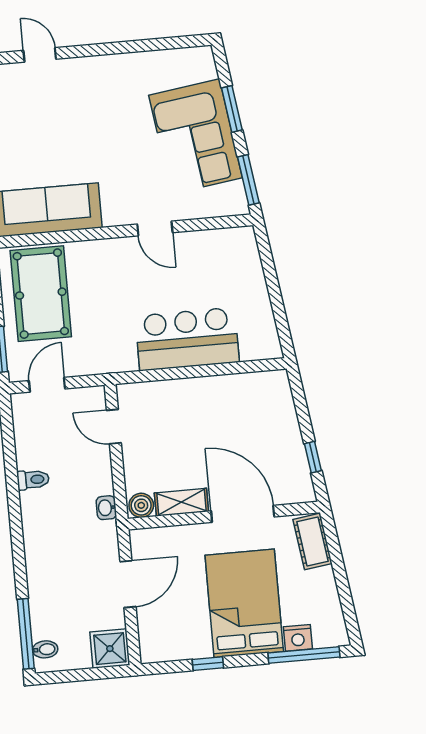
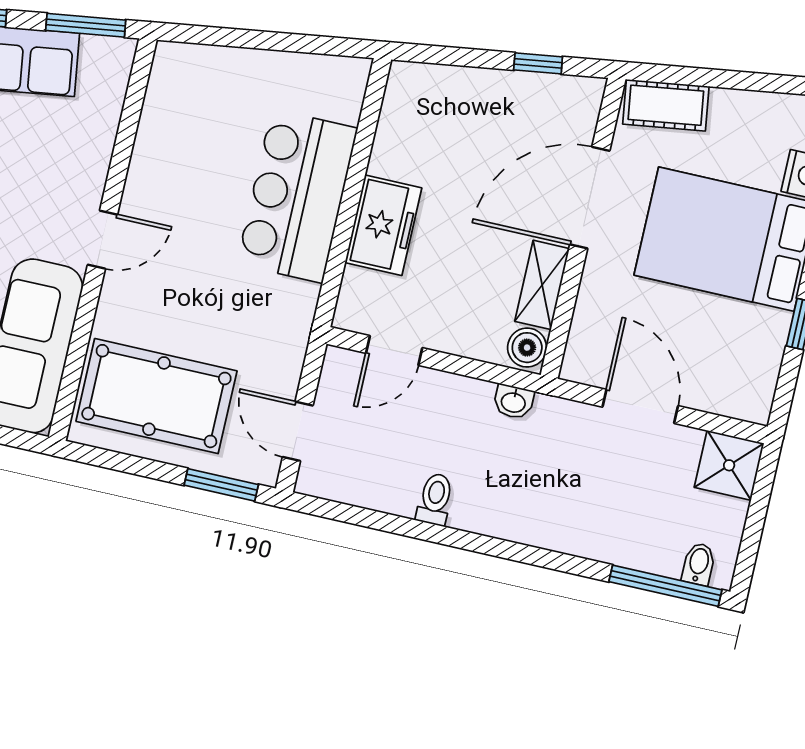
door: (155, 228) -> (102, 240), moved
freezer: (186, 396) -> (383, 225), added

